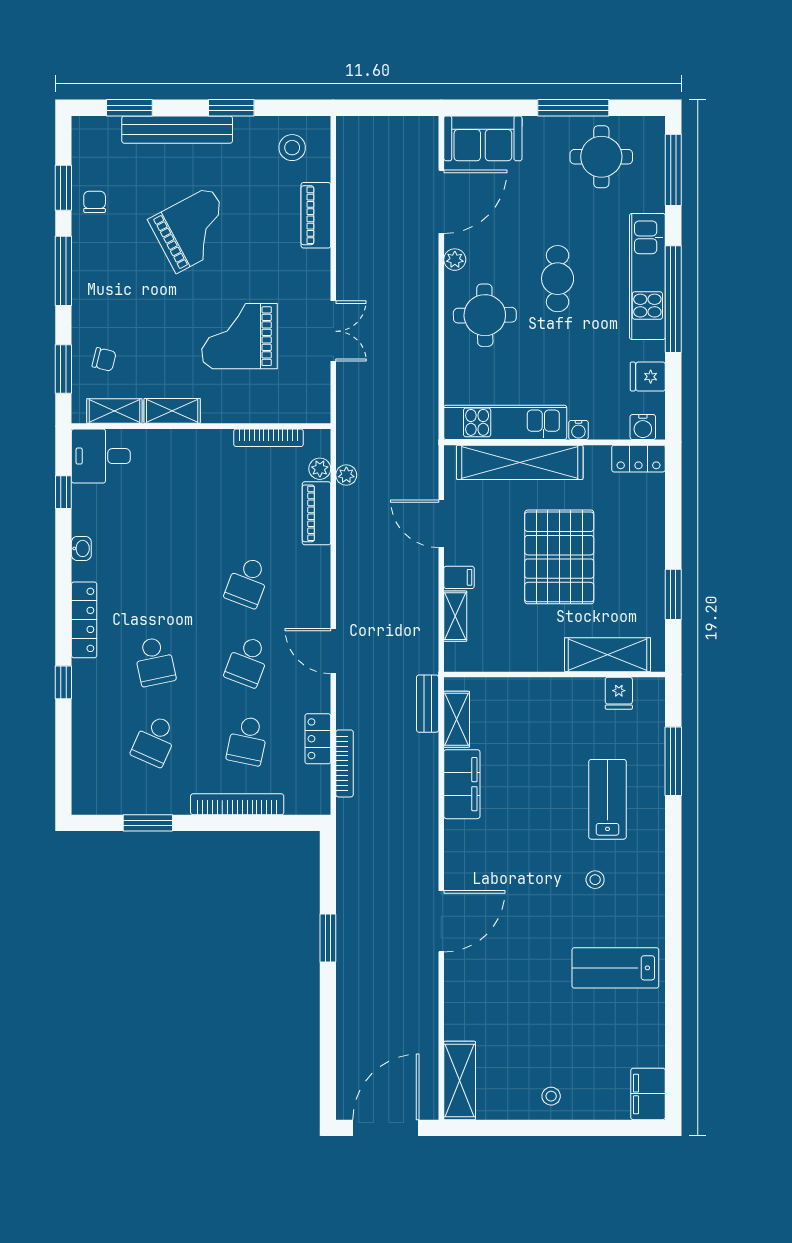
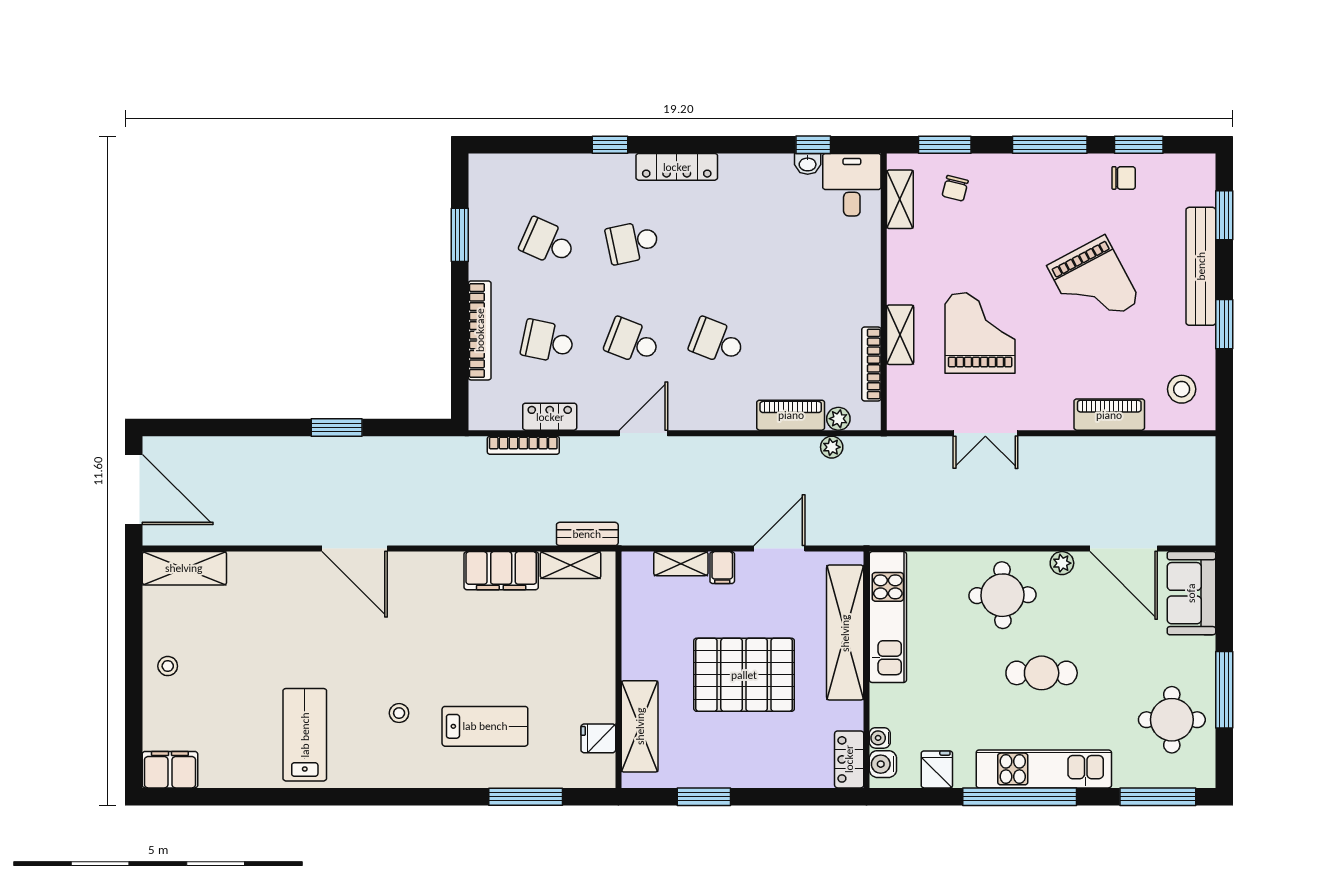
shelving: (172, 411) -> (900, 335), moved
water cooler: (578, 430) -> (880, 738), moved
washbasin: (81, 548) -> (808, 164), moved

